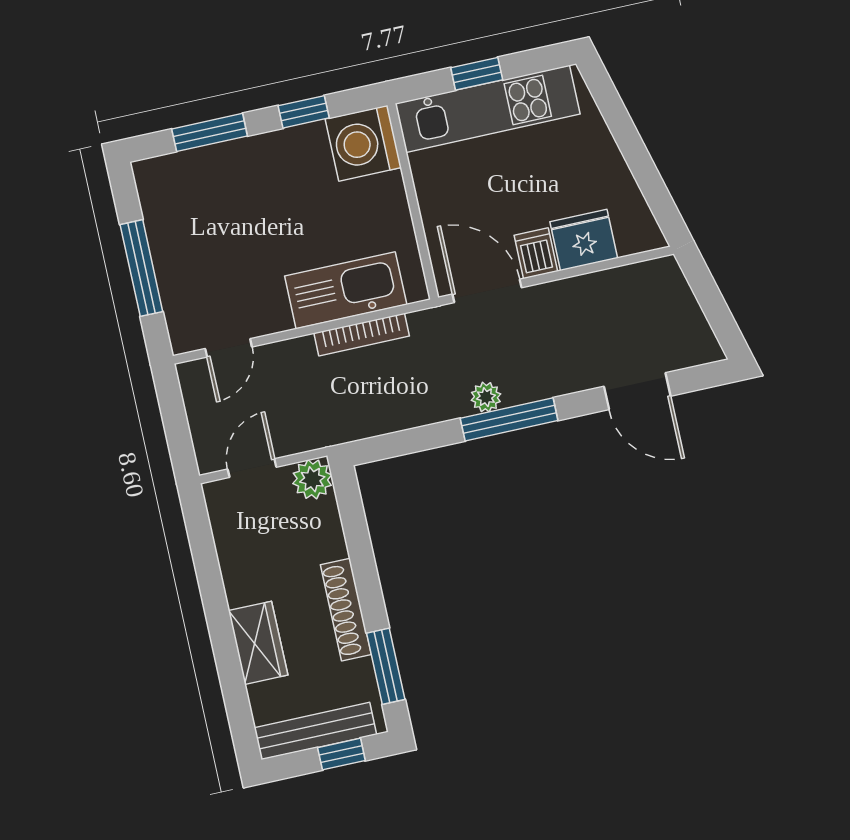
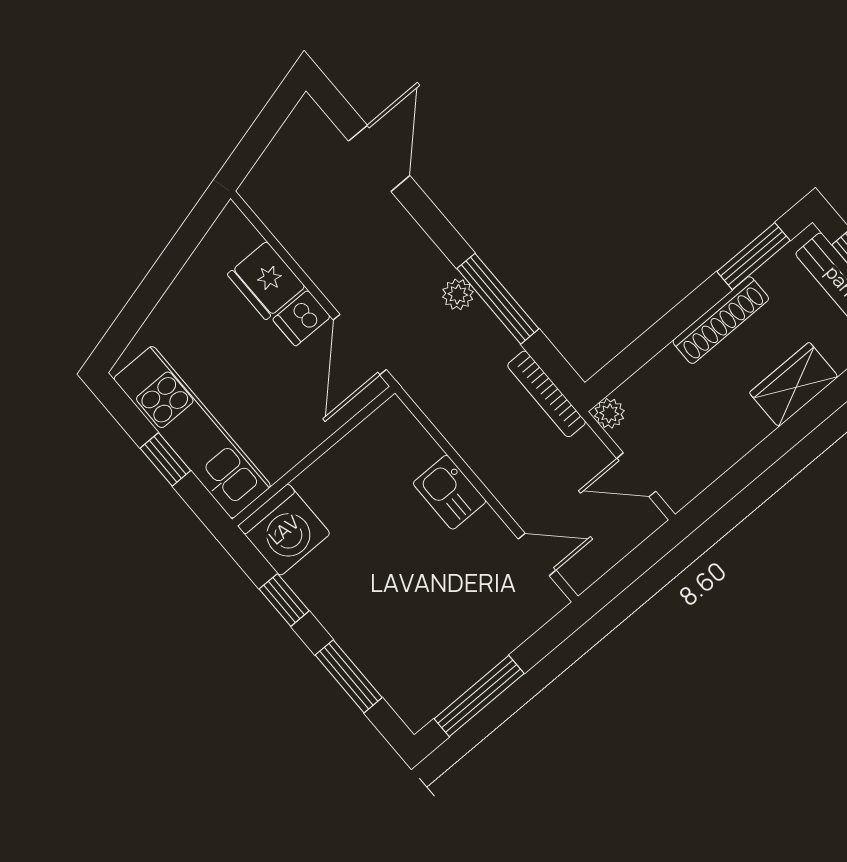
window: (141, 268) -> (479, 696), moved
kitchen sink: (346, 290) -> (449, 492), width x0.53, depth x0.81
bookcase: (362, 335) -> (547, 394), moved, turned 180
window: (509, 419) -> (498, 299), moved
plant: (312, 479) -> (609, 413), width x0.73, depth x0.73

